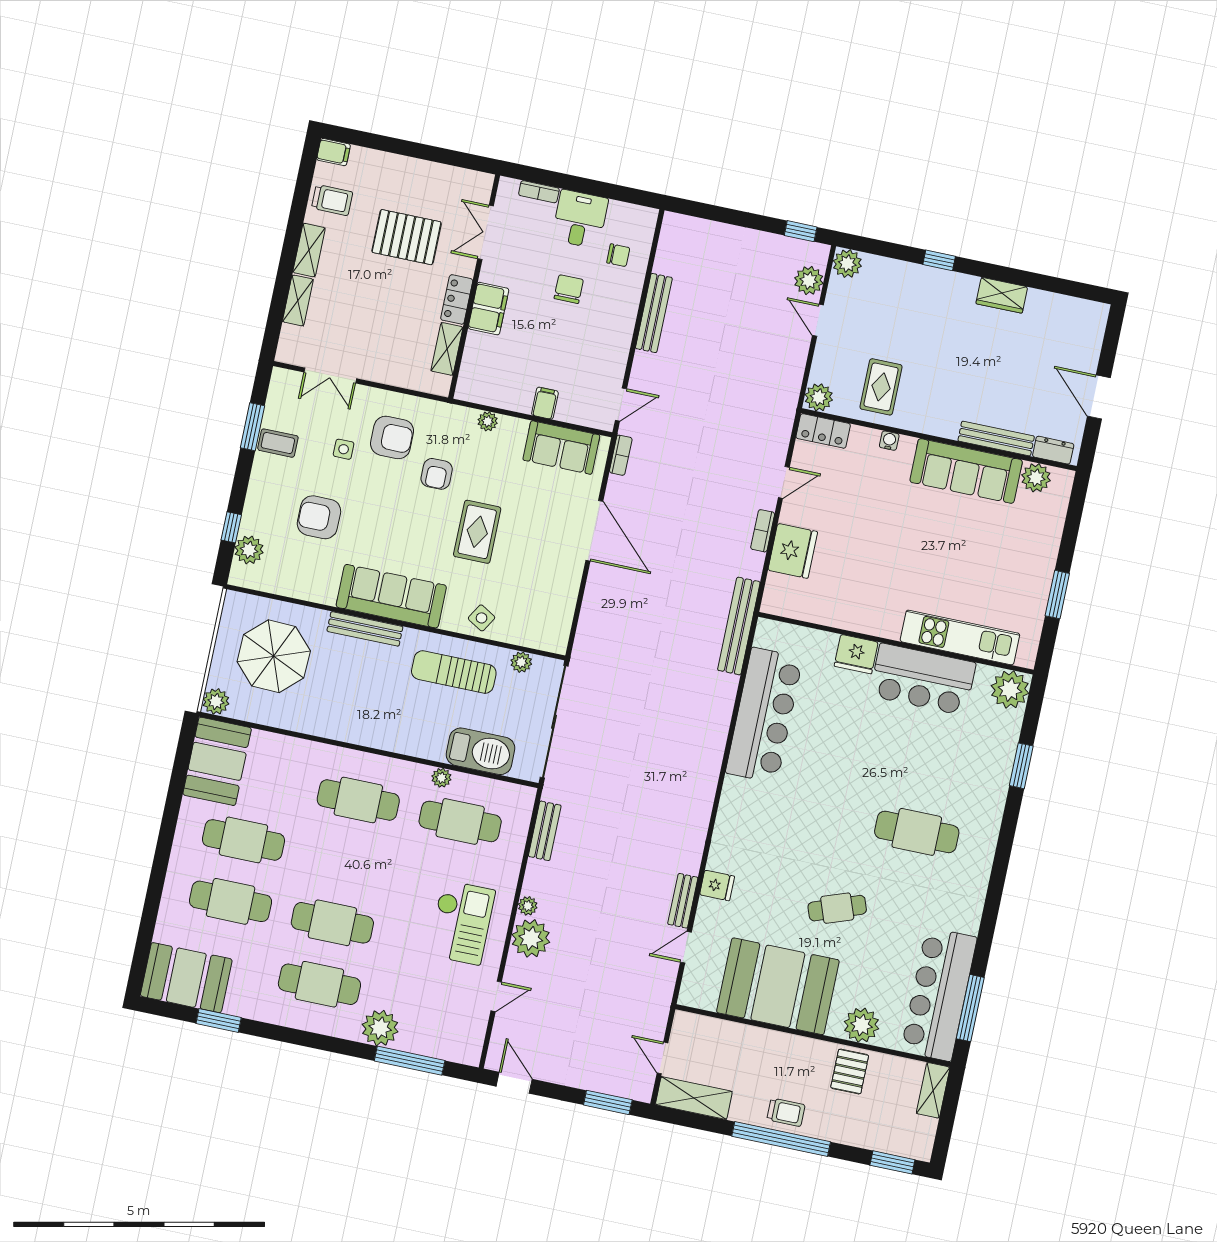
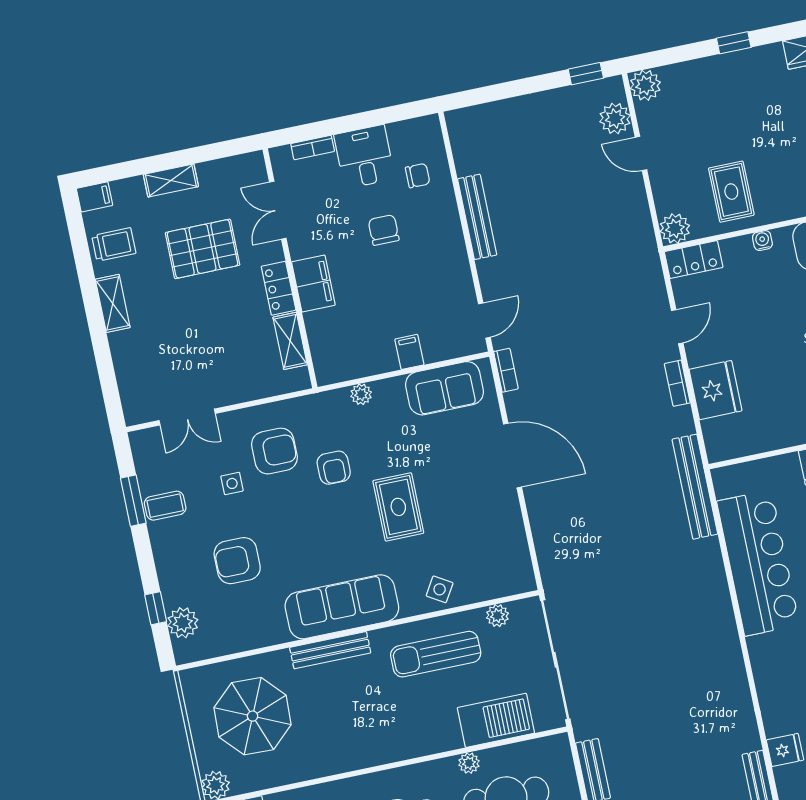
shelving: (298, 300) -> (171, 180), moved, turned 90

